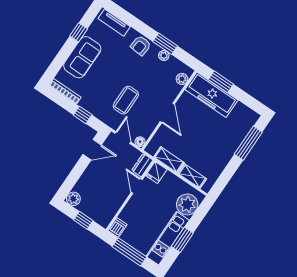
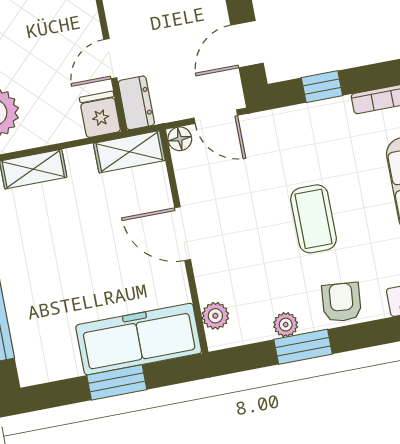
window: (221, 82) -> (117, 382), moved
coffee table: (126, 100) -> (314, 219), moved
shelving: (169, 160) -> (129, 152), moved
door: (137, 186) -> (110, 59), swing flipped

